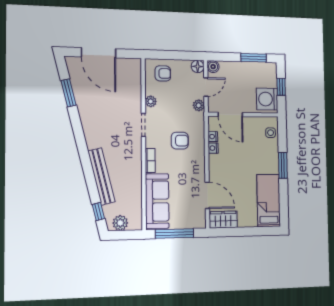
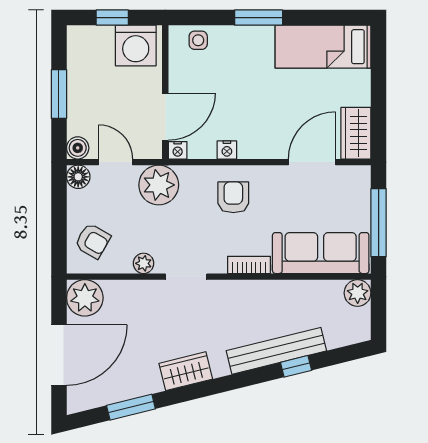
window: (254, 58) -> (59, 94), moved
plant: (131, 68) -> (85, 298), added
armchair: (163, 73) -> (93, 241), turned 120
plant: (199, 105) -> (159, 185), width x1.88, depth x1.88
wardrobe: (89, 124) -> (186, 371), added
nightstand: (213, 137) -> (178, 150), moved
armchair: (180, 141) -> (233, 197), moved
window: (98, 212) -> (296, 366), moved
plant: (120, 223) -> (358, 293), moved

